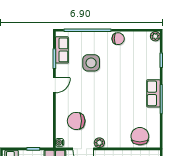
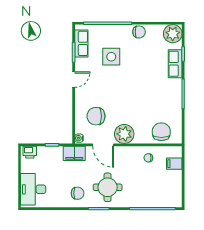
plant: (155, 36) -> (173, 34), width x1.87, depth x1.87
row of seats: (153, 93) -> (175, 64), moved
plant: (99, 143) -> (124, 134), width x1.87, depth x1.87

